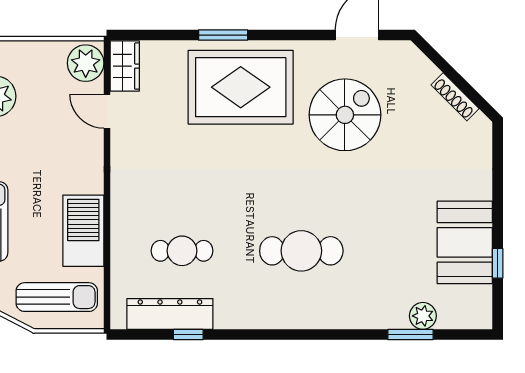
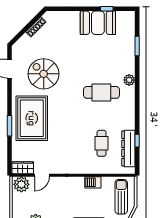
barbecue: (83, 231) -> (93, 182), width x0.53, depth x0.65
cafe table: (301, 251) -> (101, 92), turned 90
plant: (423, 316) -> (129, 80), moved

